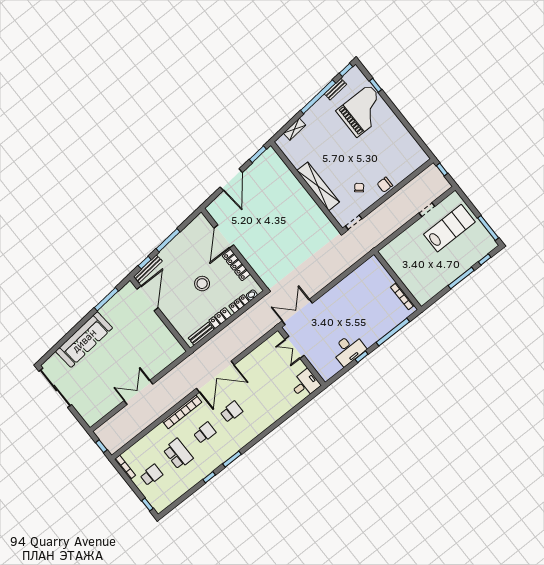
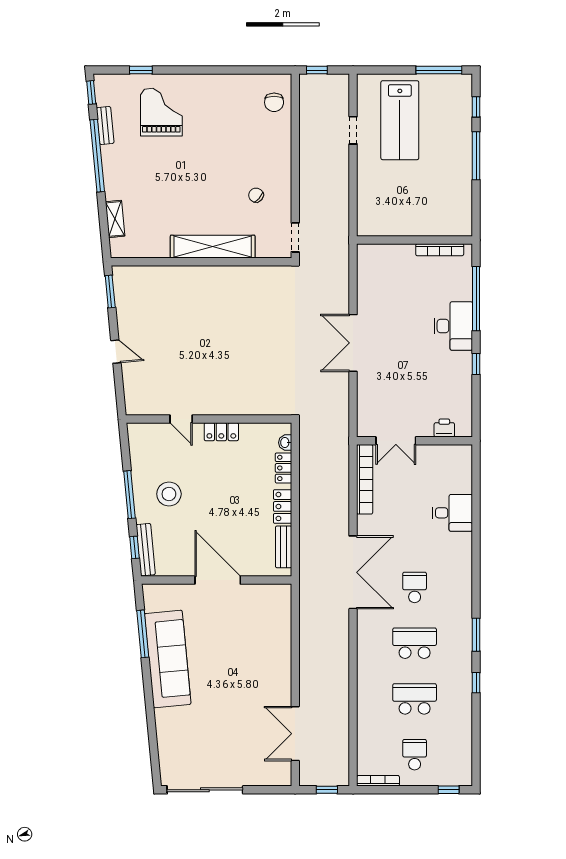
grand piano: (363, 111) -> (161, 112), width x0.73, depth x0.68
door: (231, 180) -> (116, 352), width x0.53
chair: (385, 185) -> (274, 102), moved
lab bench: (449, 228) -> (400, 120), turned 180
door: (224, 236) -> (181, 419), width x0.53
locker: (236, 265) -> (221, 432), width x0.66
stool: (202, 284) -> (169, 494), moved
door: (148, 298) -> (218, 580), moved
double door: (297, 312) -> (353, 343), moved
sofa: (84, 340) -> (168, 659), moved
desk: (349, 349) -> (453, 326), moved
printer: (319, 366) -> (444, 428), added
desk: (305, 384) -> (452, 513), moved, turned 90
double door: (138, 392) -> (295, 734), moved
bookcase: (182, 412) -> (365, 479), moved
school desk: (205, 433) -> (415, 643), width x1.85

